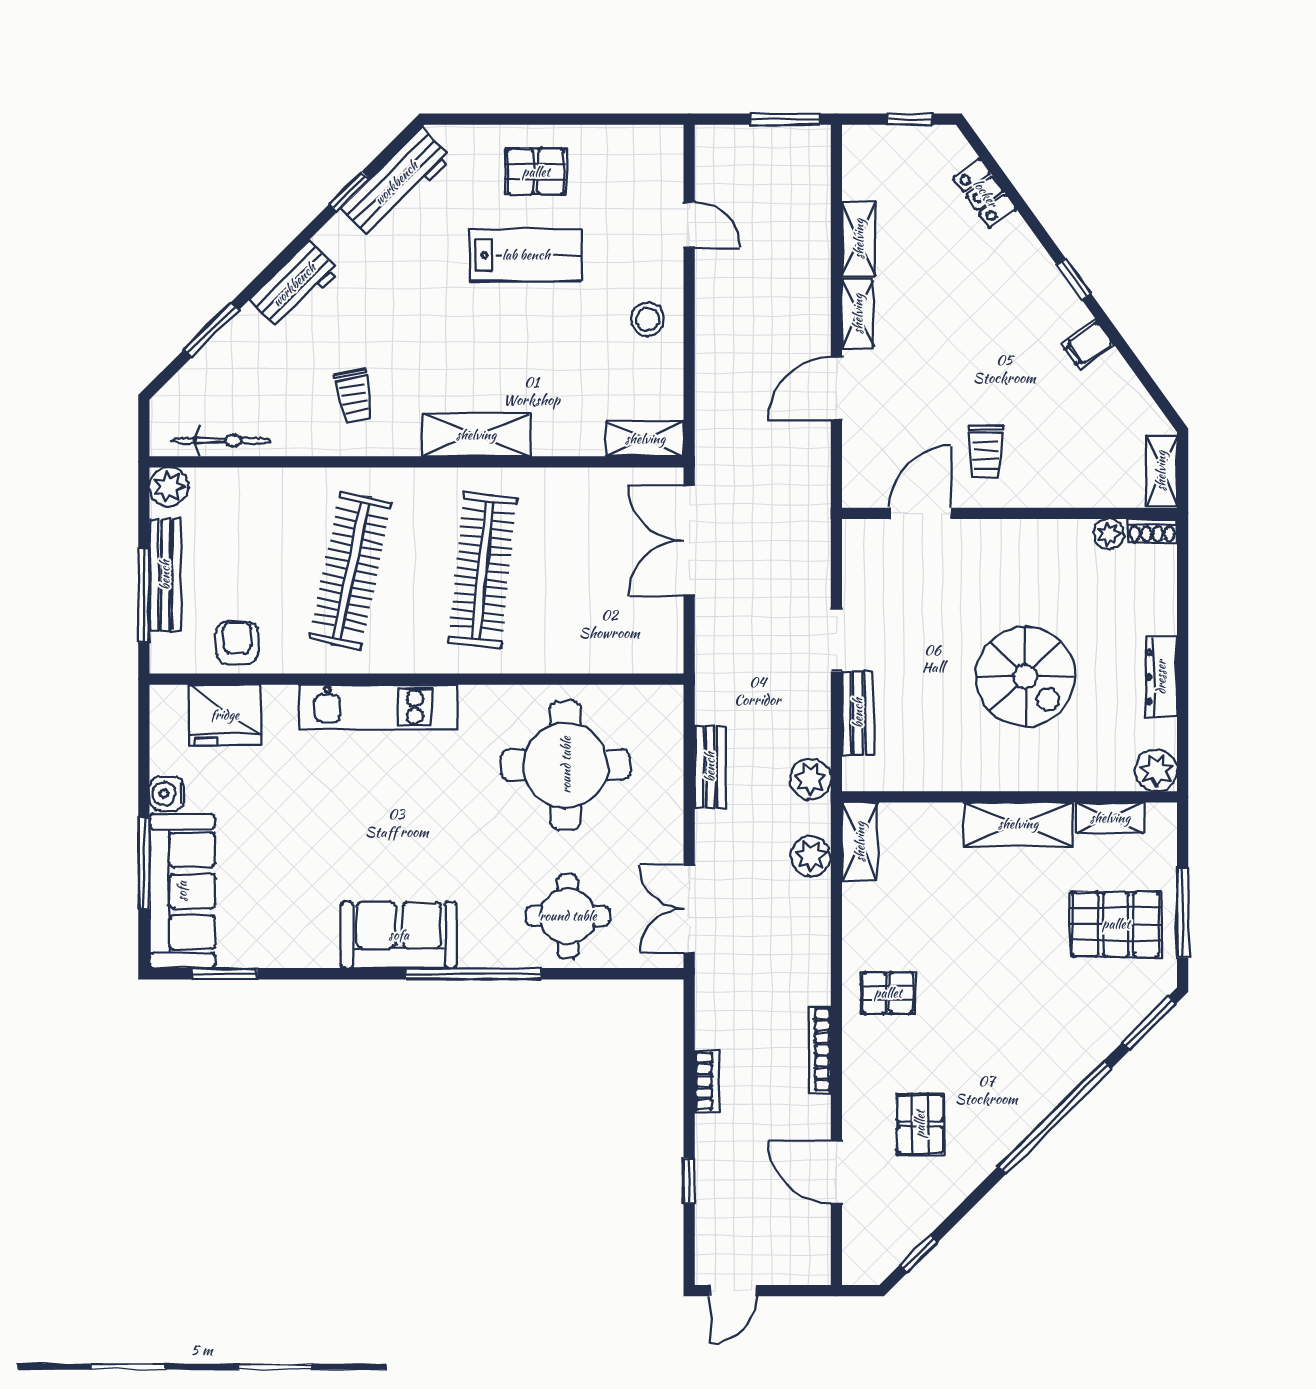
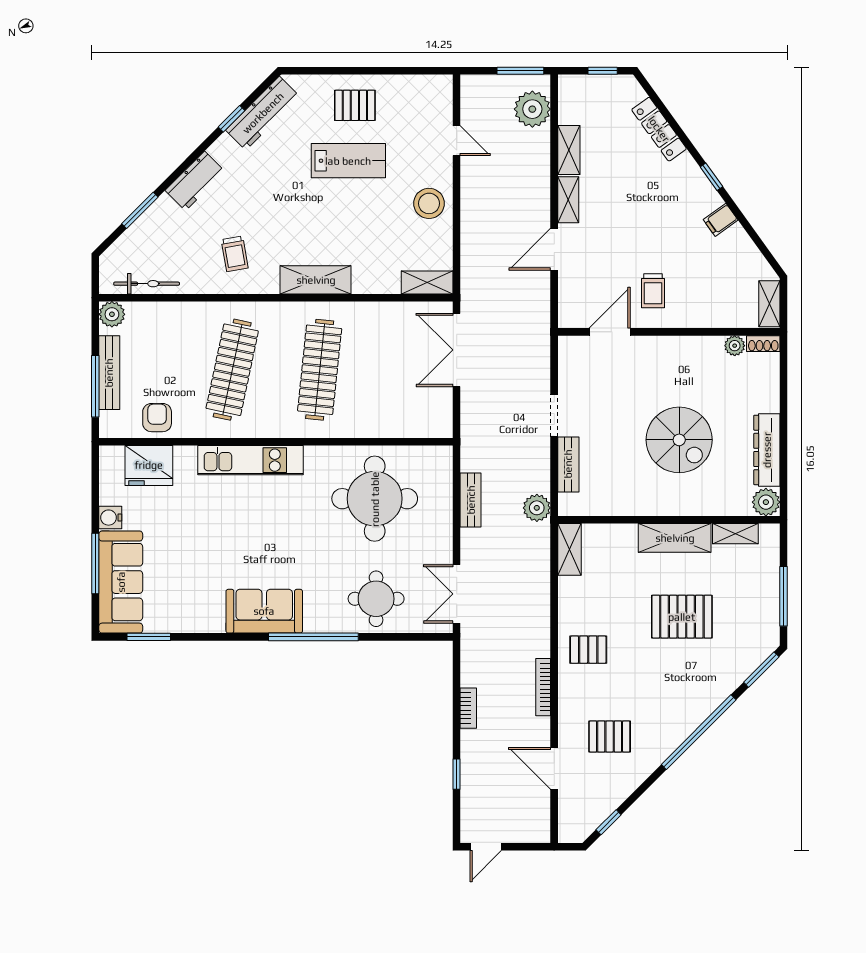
locker: (985, 193) -> (659, 129), width x1.53
stool: (648, 320) -> (429, 203), width x1.38, depth x1.38
dresser: (1161, 677) -> (767, 450), width x1.37, depth x1.24
plant: (811, 856) -> (532, 109), moved, width x1.36, depth x1.36
pallet: (1116, 924) -> (682, 617), moved
pallet: (920, 1124) -> (610, 737), turned 90

